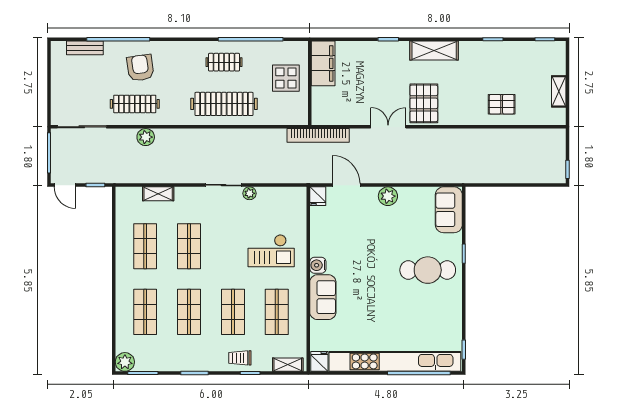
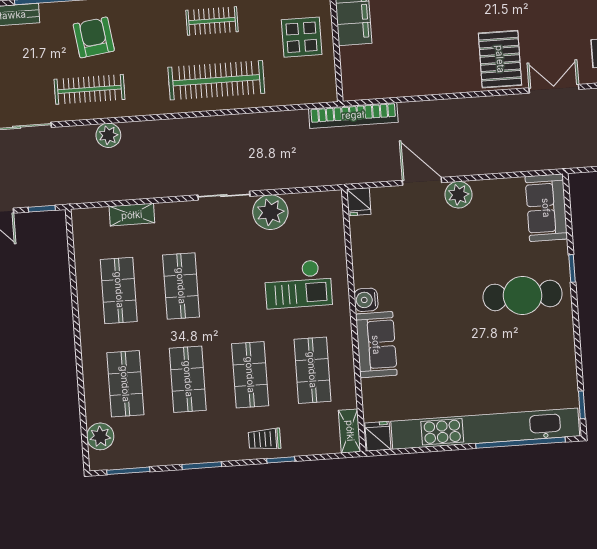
double door: (388, 127) -> (554, 89), moved
door: (346, 185) -> (422, 181), moved
plant: (250, 193) -> (270, 212), width x1.88, depth x1.88
plant: (125, 362) -> (100, 436), moved
shelving: (288, 365) -> (350, 431), moved, turned 90

